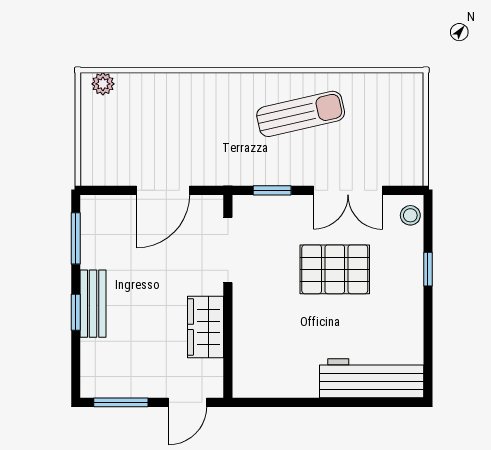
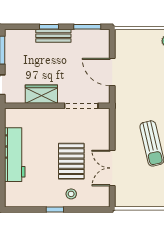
window: (272, 190) -> (112, 129), removed
stool: (410, 215) -> (71, 194), moved
window: (428, 269) -> (55, 210), moved
workbench: (372, 378) -> (15, 155), moved

